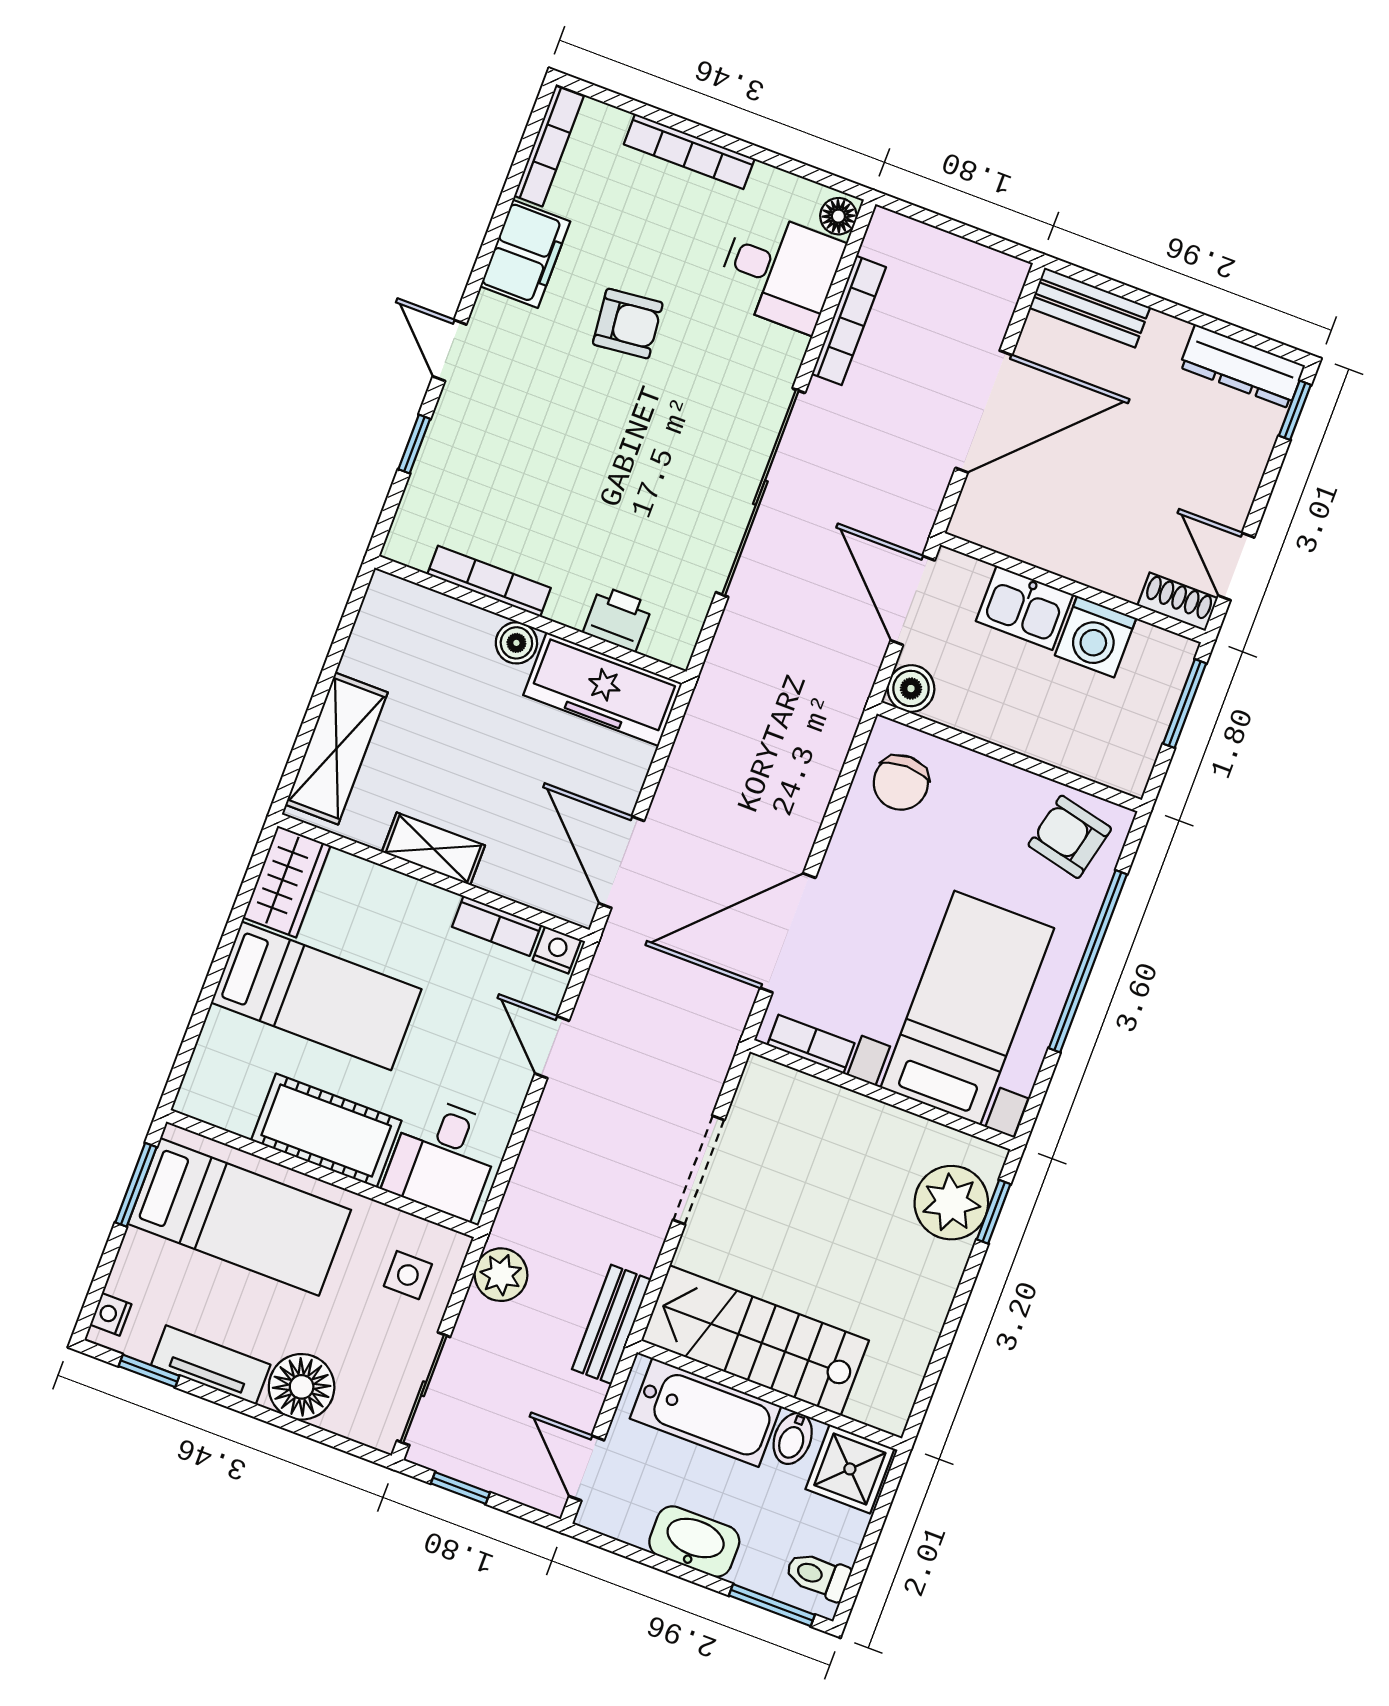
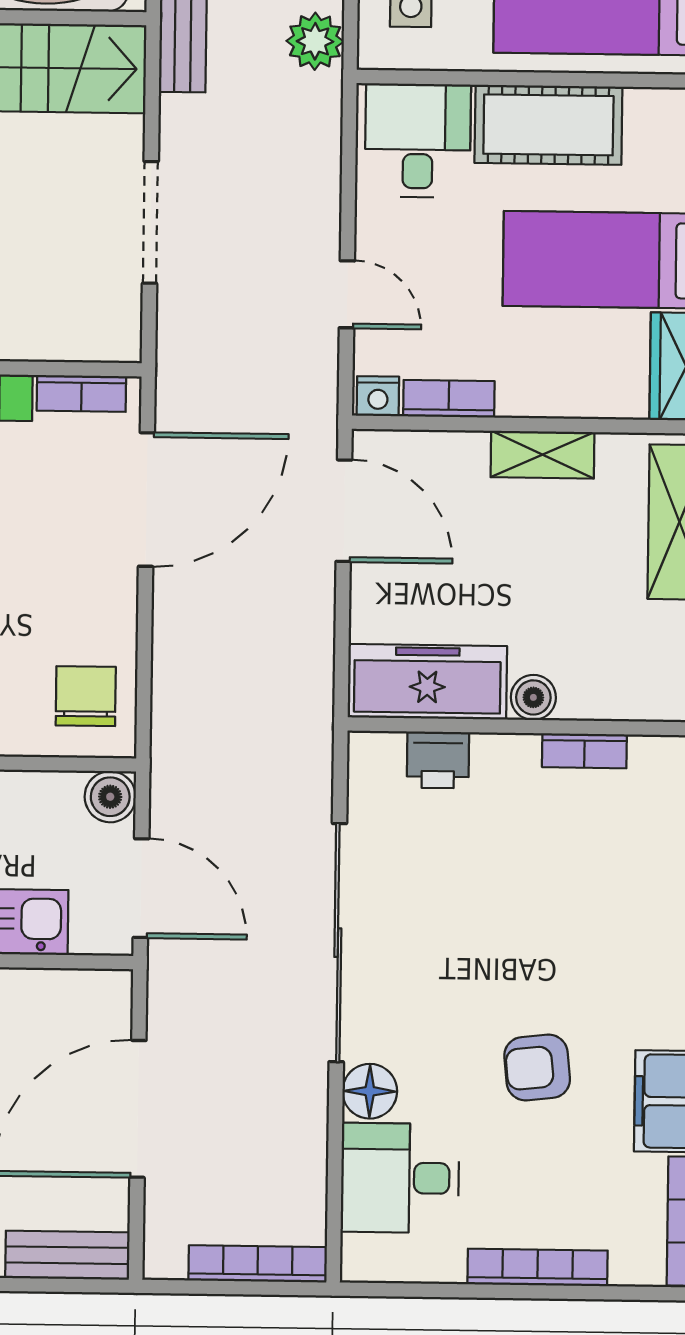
floor lamp: (838, 216) -> (370, 1091), moved, width x1.37, depth x1.37
bookcase: (849, 320) -> (258, 1264), moved, turned 90
bookcase: (489, 581) -> (584, 751), width x0.64

